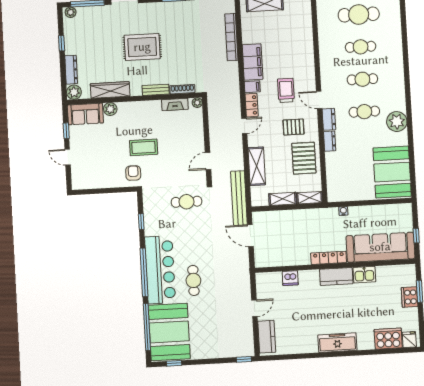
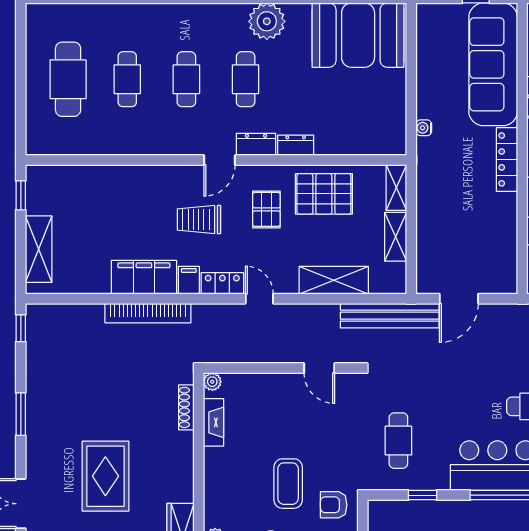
bookcase: (231, 37) -> (148, 313), moved
bench: (156, 90) -> (185, 456), removed
cafe table: (187, 202) -> (398, 441), moved

